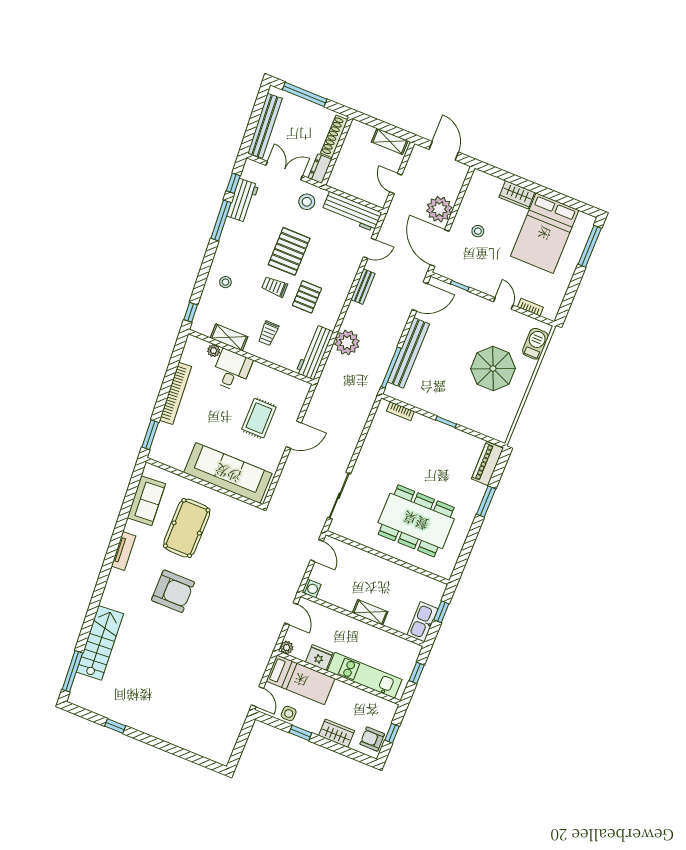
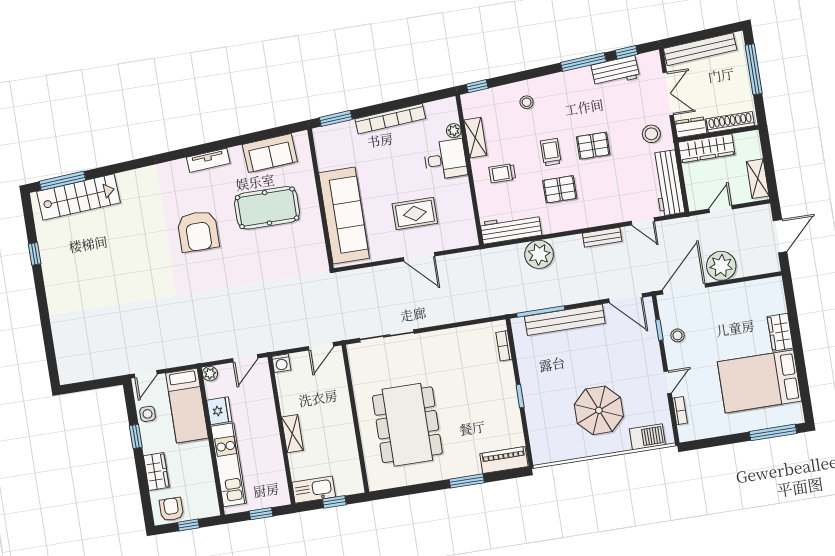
wardrobe: (343, 166) -> (707, 148), added
stool: (478, 231) -> (678, 335), moved
pallet: (289, 251) -> (593, 146), width x0.67, depth x0.71
stairs: (100, 643) -> (79, 197), moved

